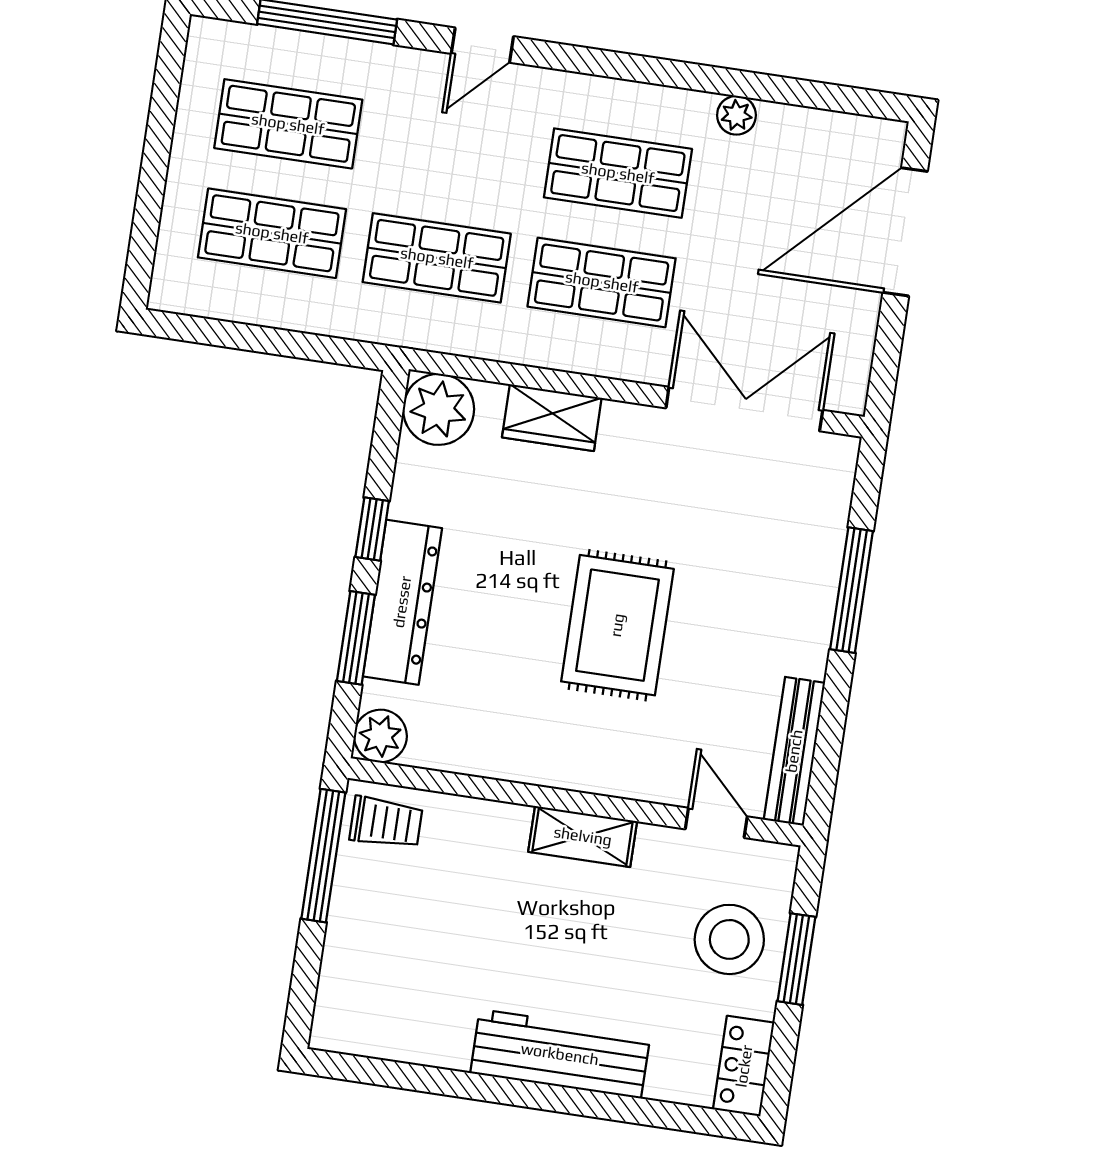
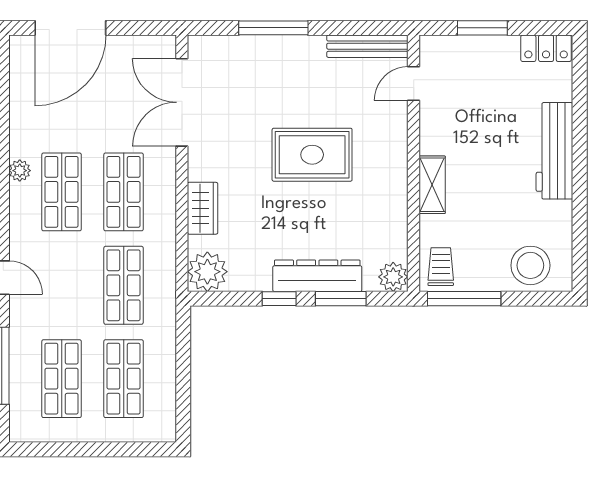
plant: (736, 115) -> (20, 171), moved
door: (905, 232) -> (70, 28), hinge flipped
shelving: (583, 836) -> (432, 185), moved
stool: (729, 939) -> (530, 265), moved

